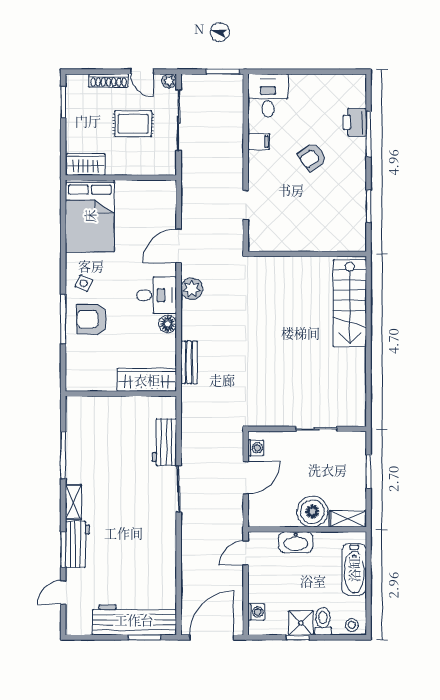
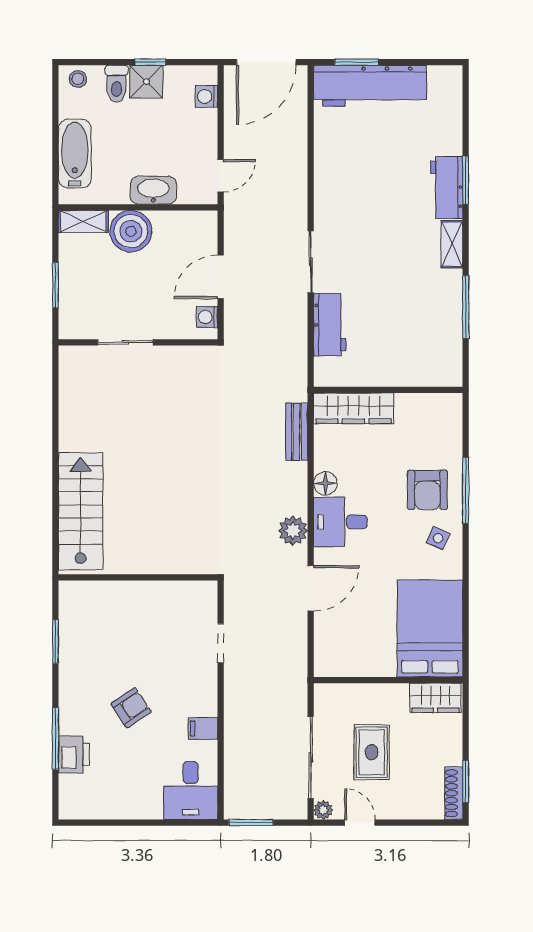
shoe rack: (109, 80) -> (454, 793), moved, turned -90
rug: (133, 124) -> (372, 752), turned 90
armchair: (92, 319) -> (427, 490), turned 90
door: (63, 593) -> (466, 122), removed

